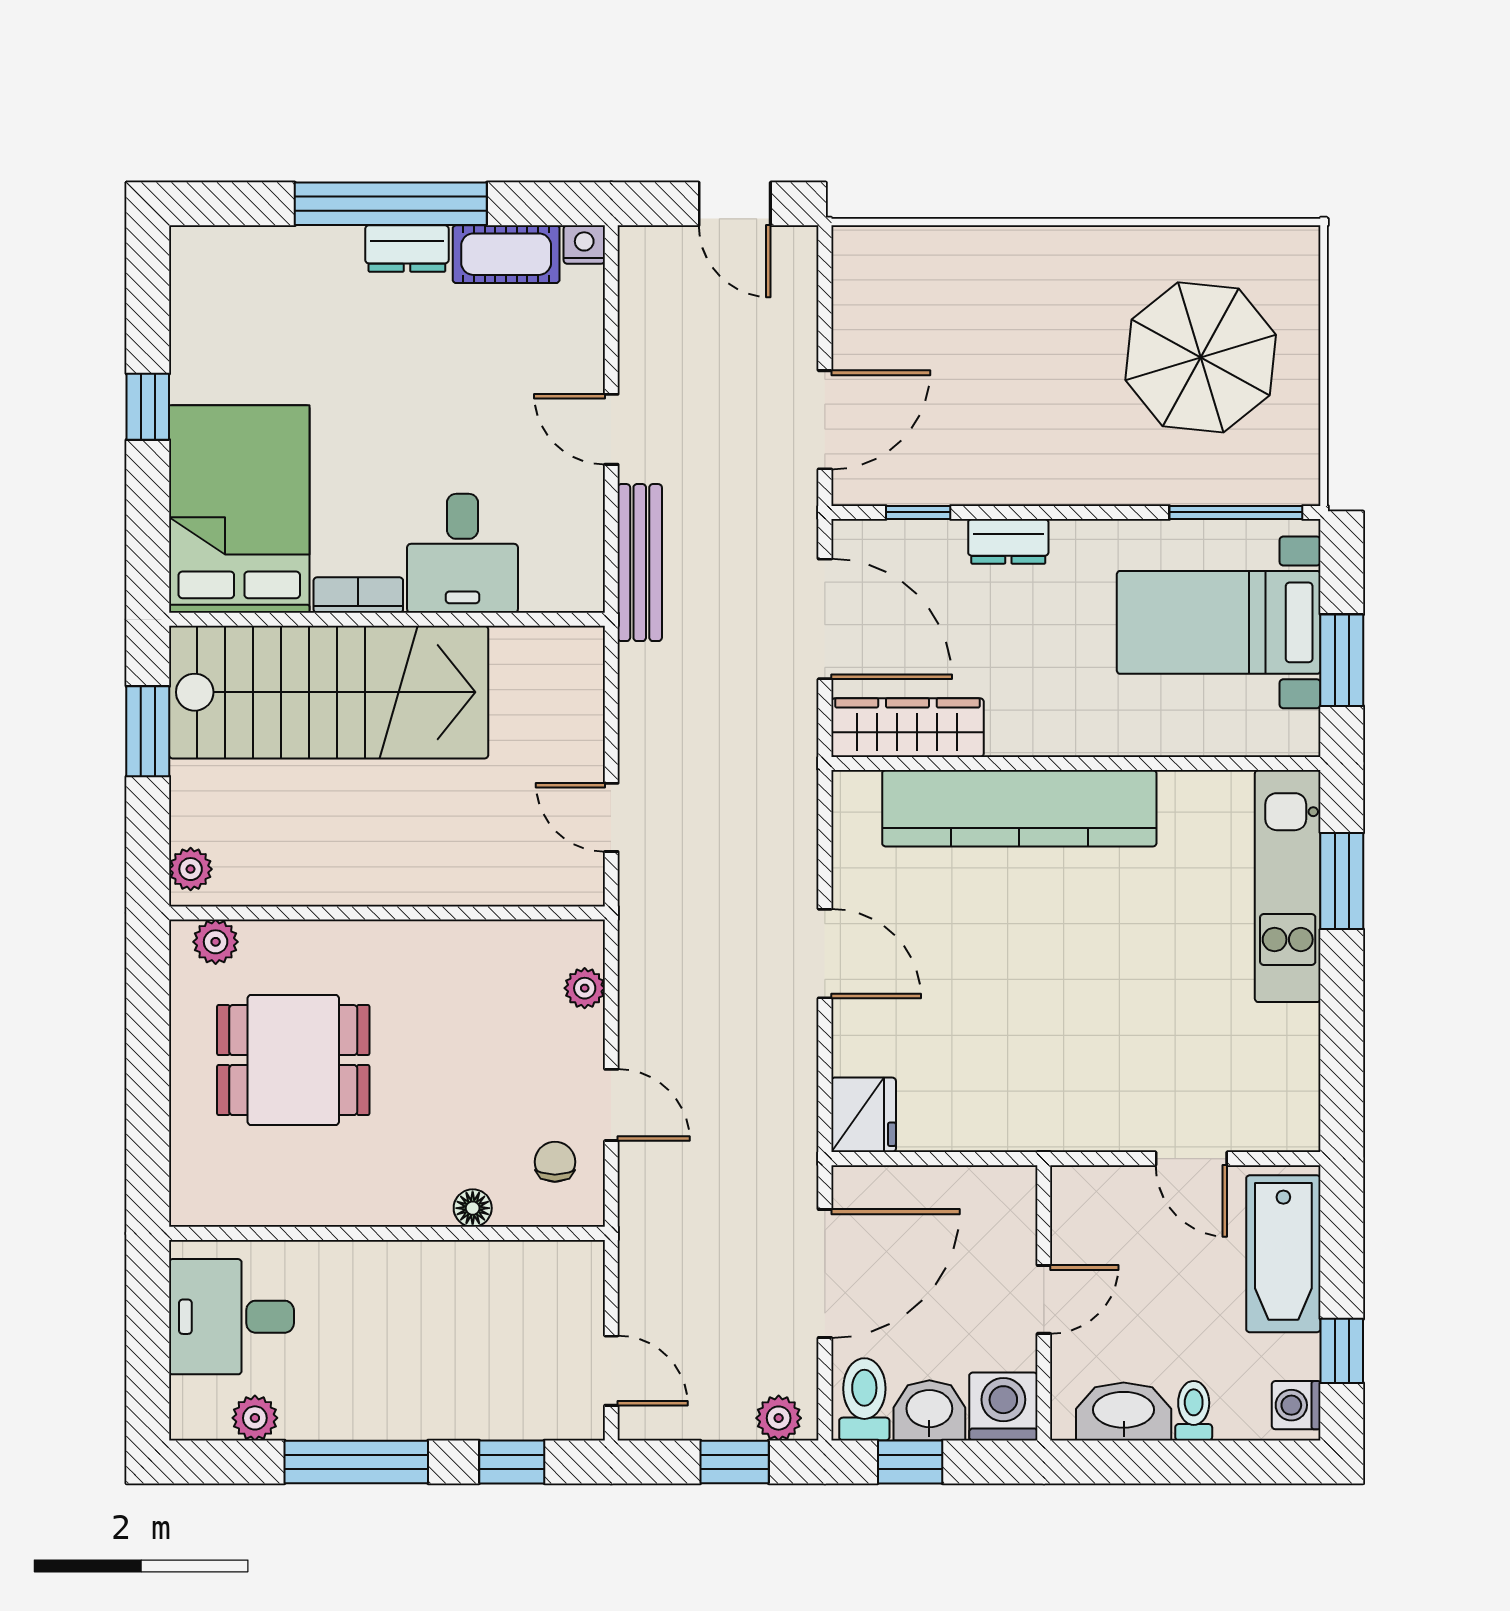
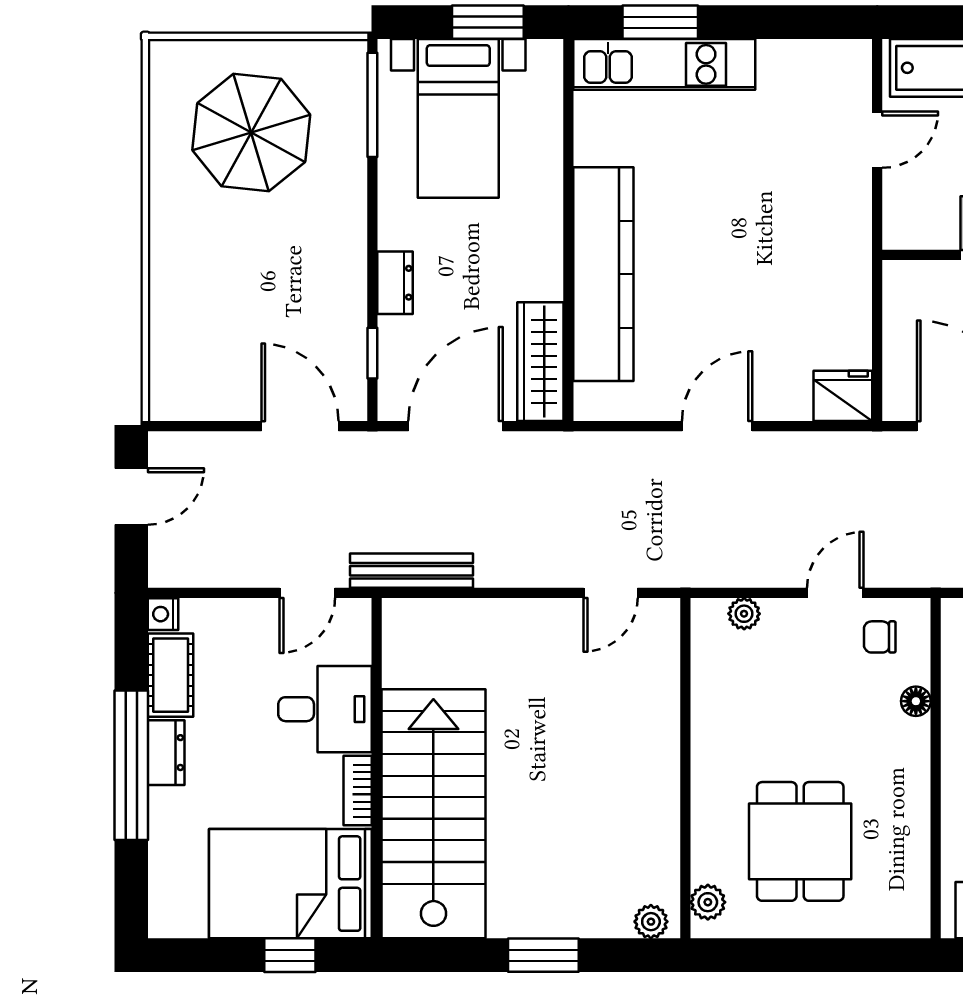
bed: (239, 509) -> (290, 884), moved
desk: (462, 553) -> (325, 709), moved
bookcase: (358, 595) -> (358, 791), moved
wall: (387, 619) -> (377, 768), moved
stairs: (329, 692) -> (433, 814), moved

